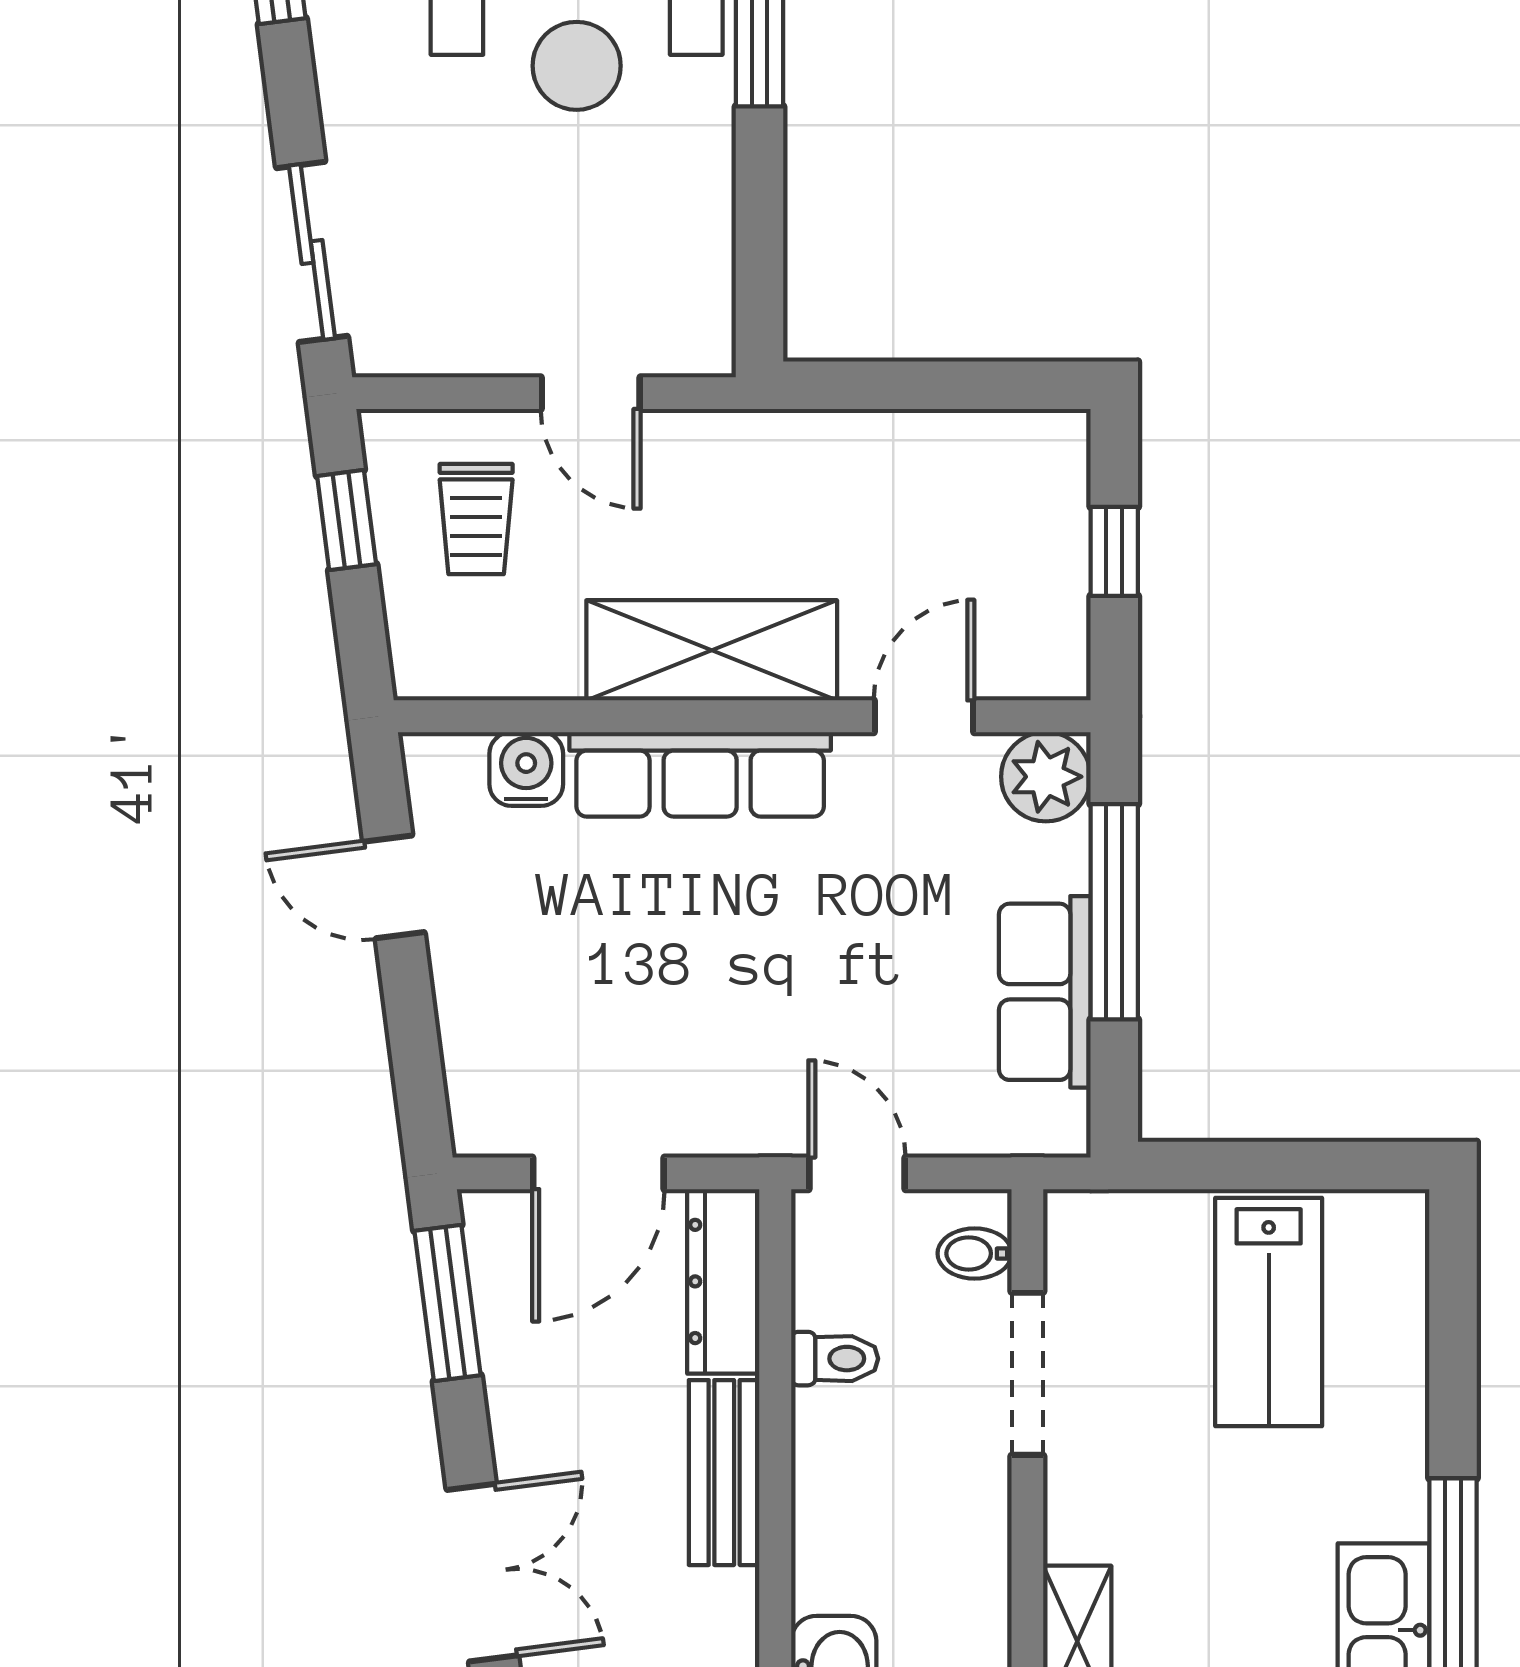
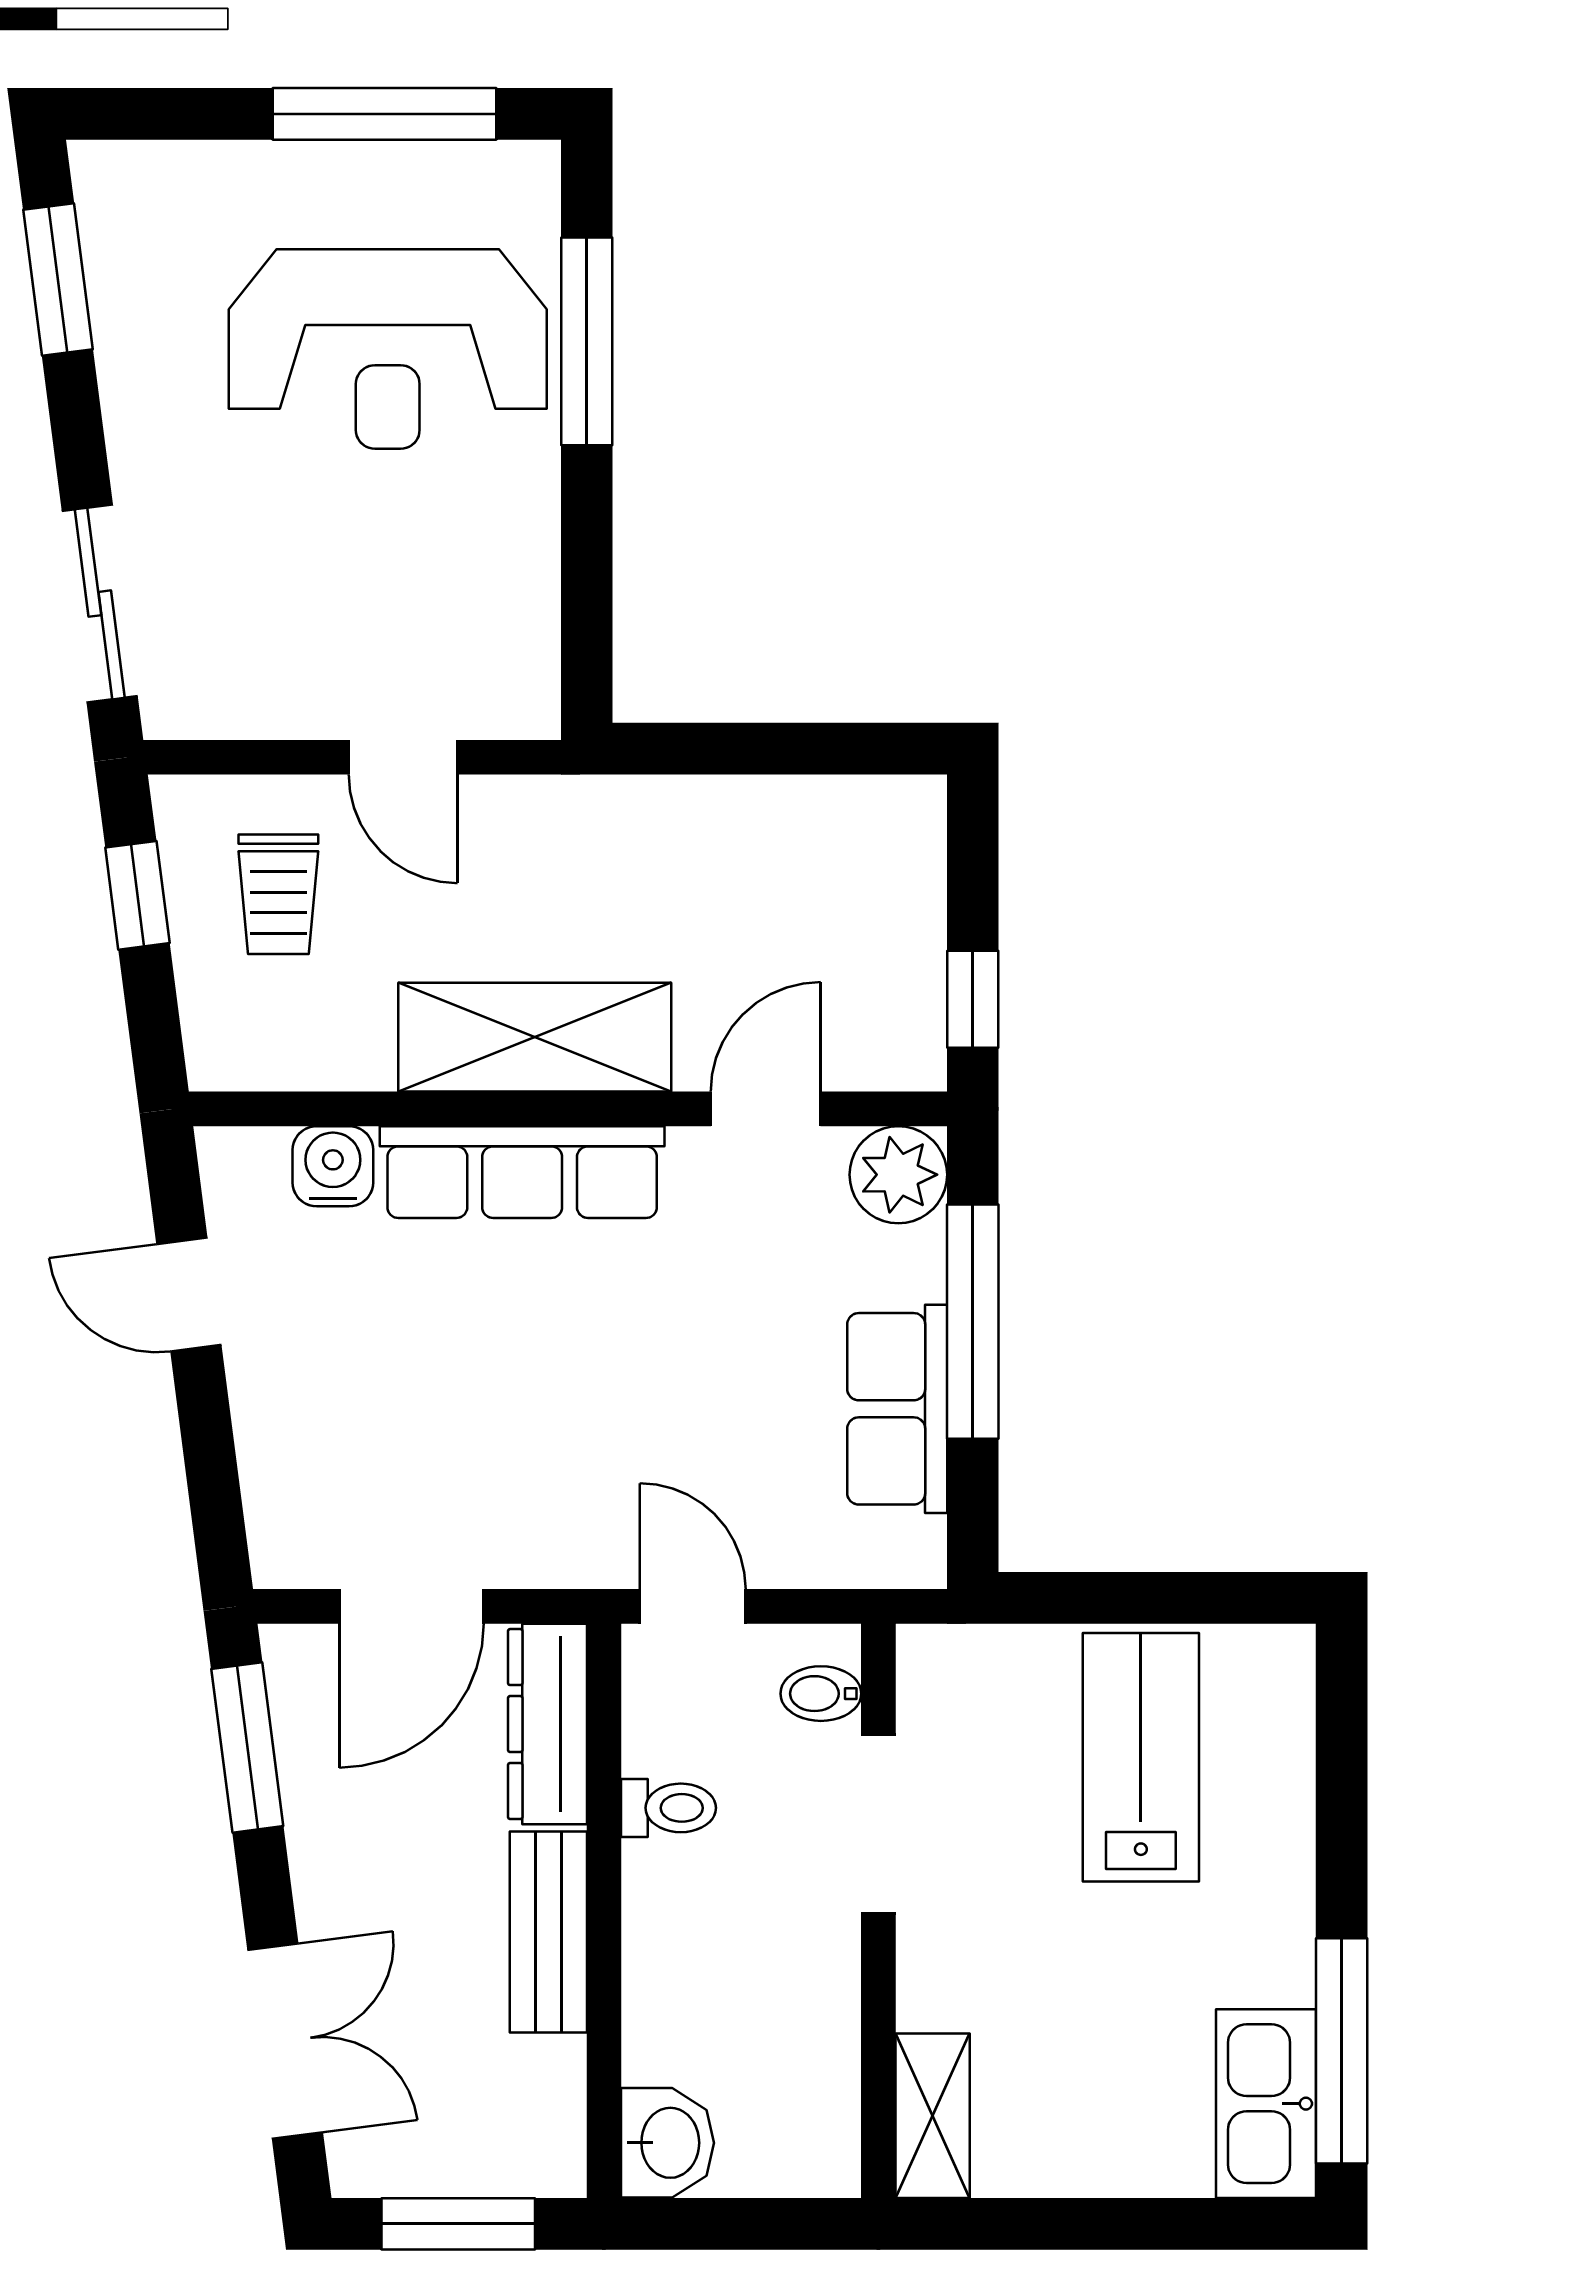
window: (1114, 551) -> (973, 999), moved
lab bench: (1269, 1312) -> (1141, 1757), turned 180

